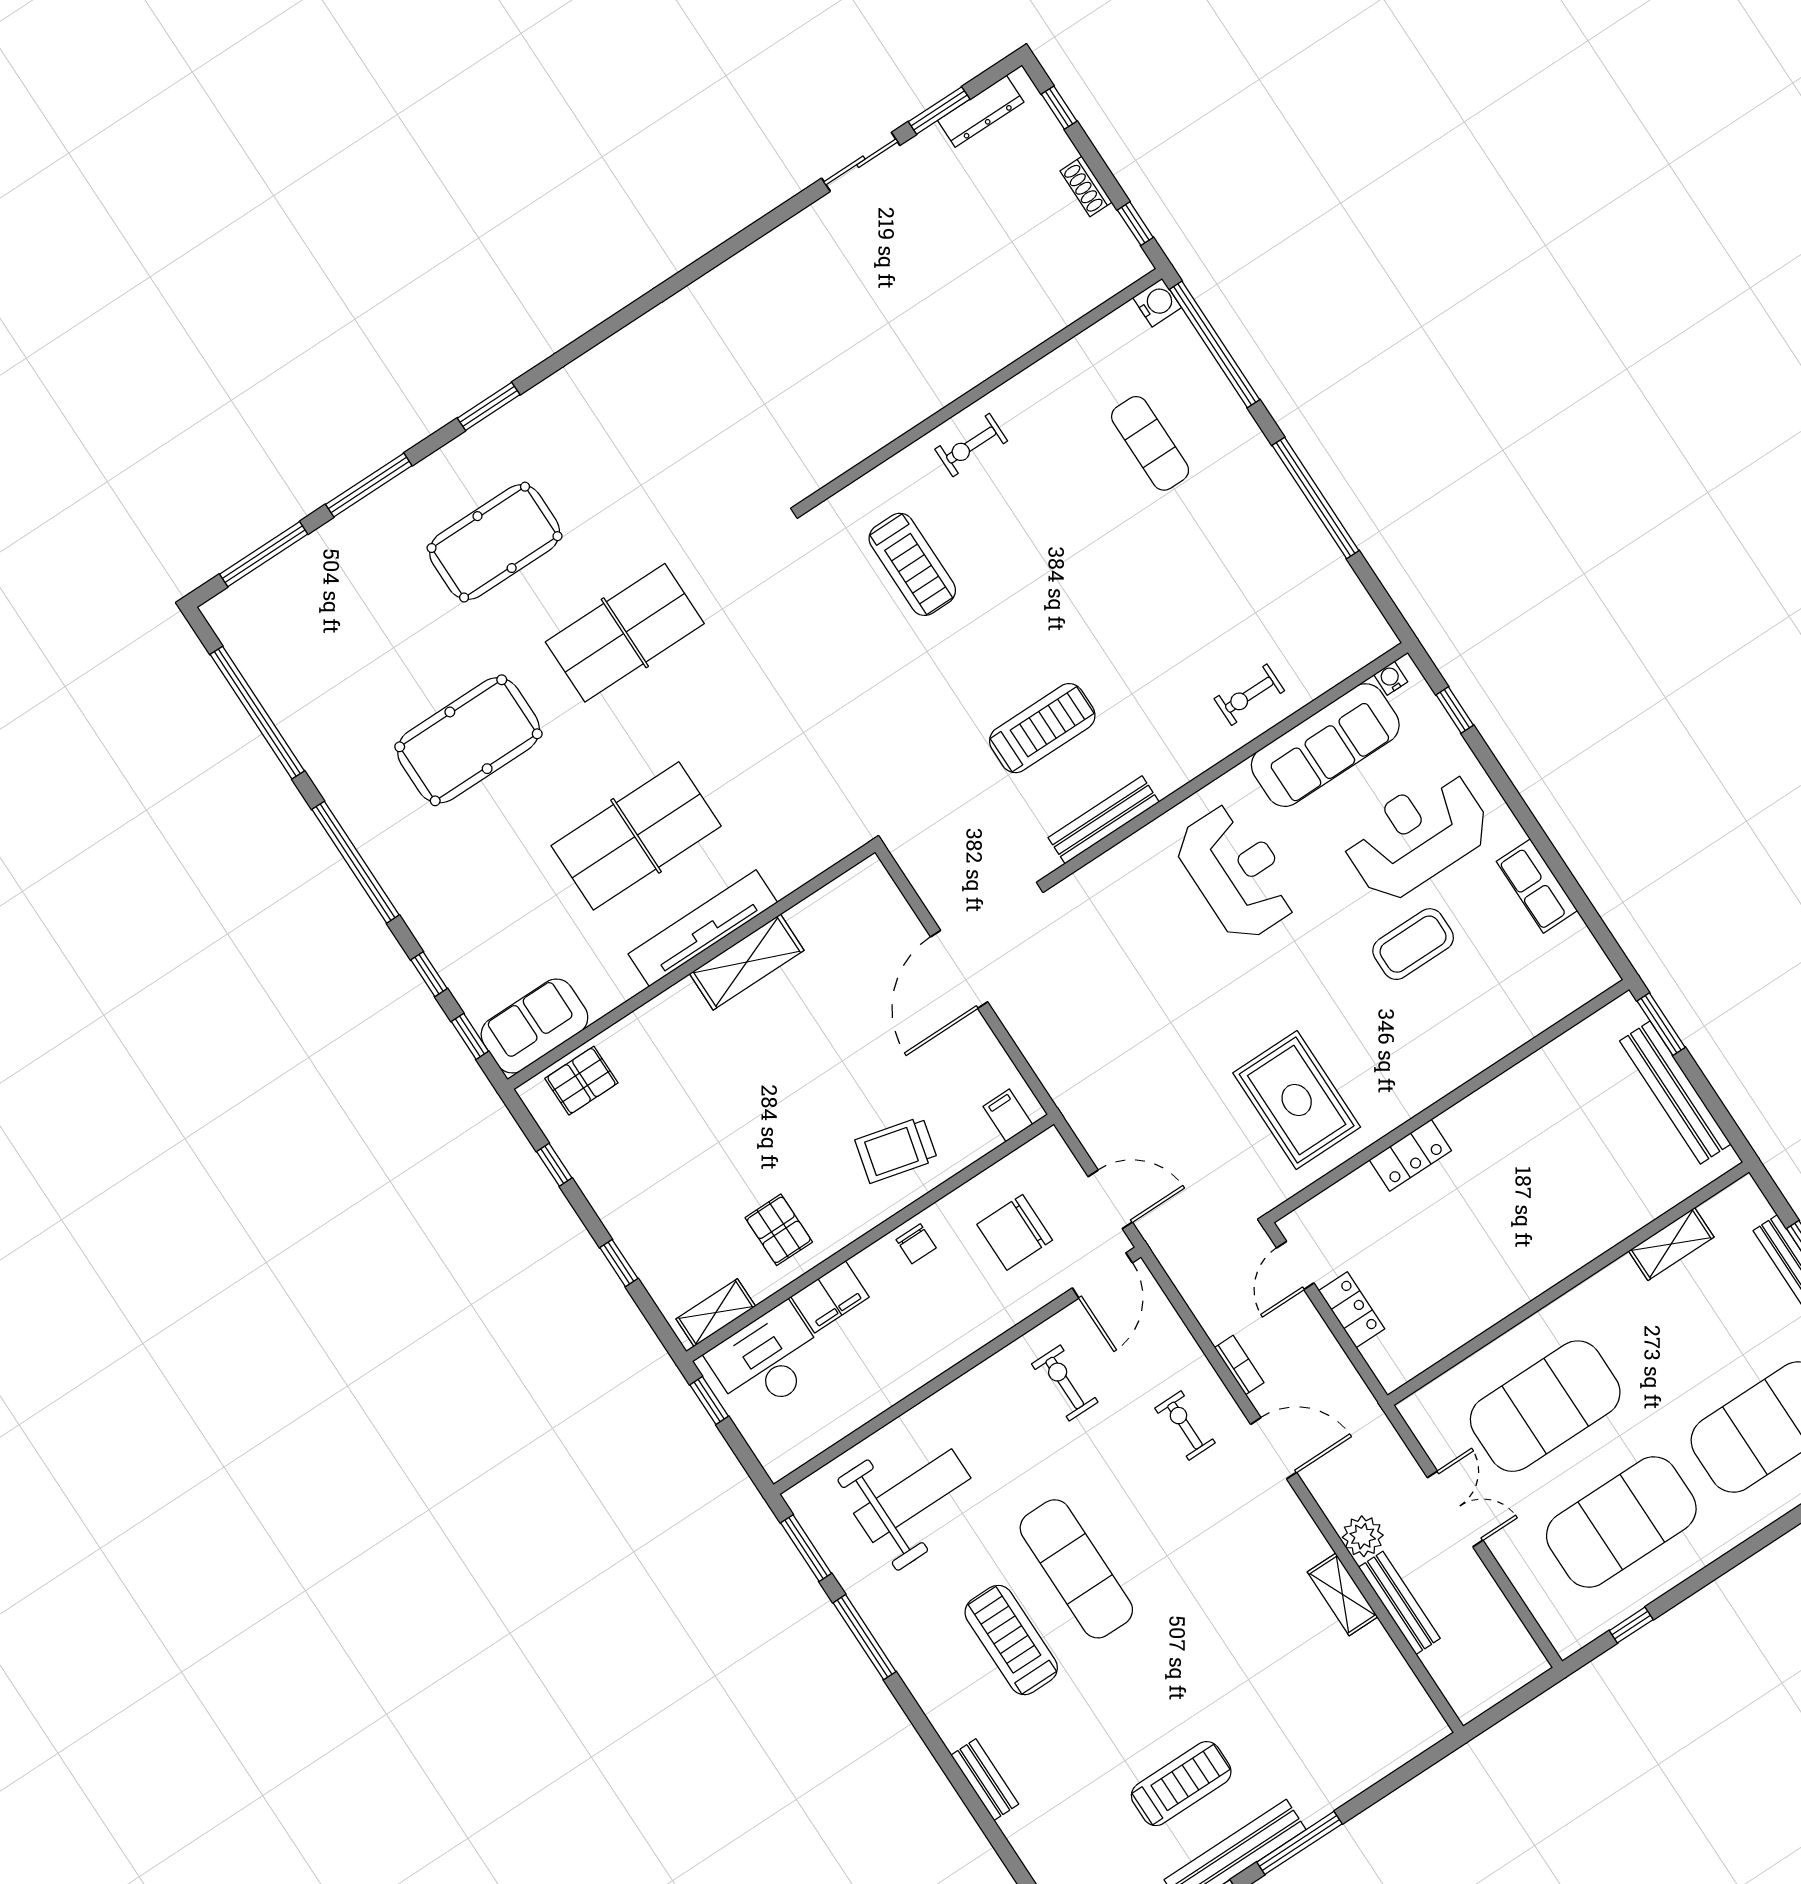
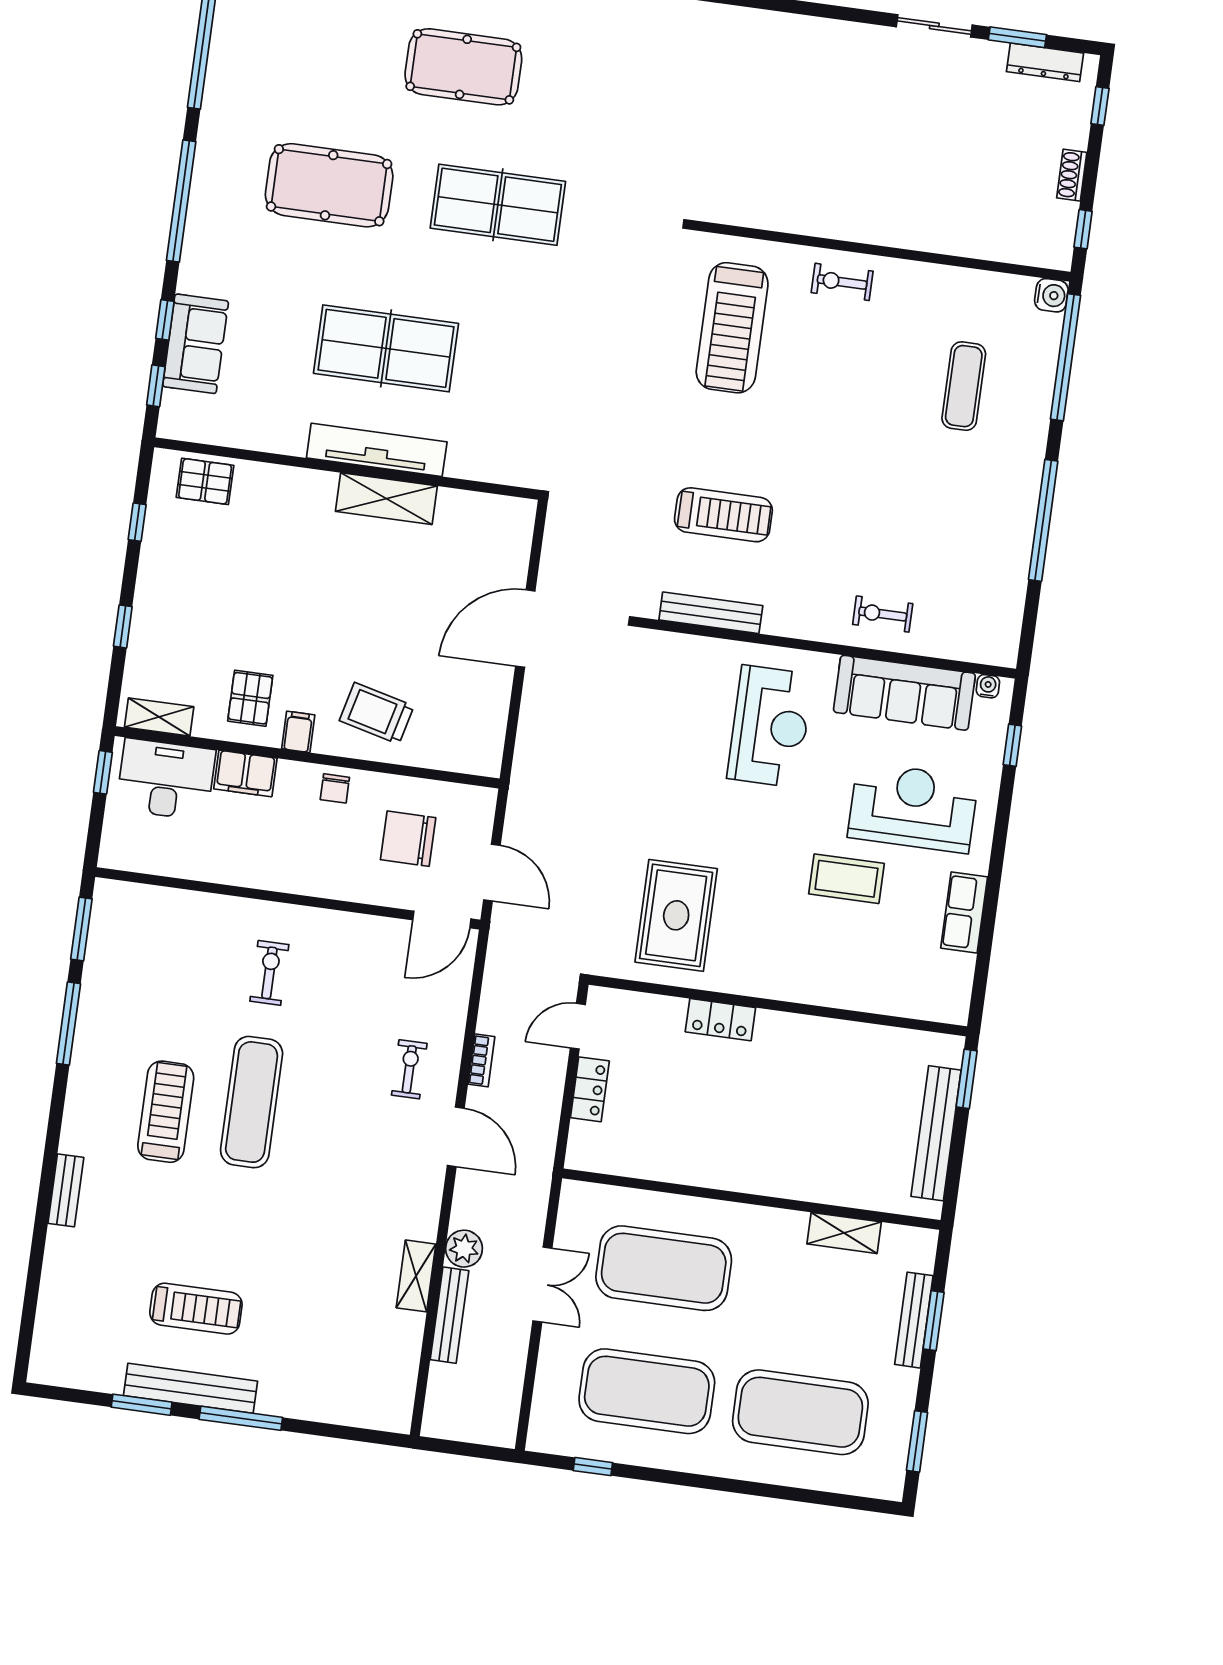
treadmill: (912, 564) -> (732, 328), width x1.37, depth x1.38
sofa: (534, 1026) -> (196, 344), moved, turned 90
filing cabinet: (1008, 1115) -> (298, 732), moved
exercise bike: (1065, 1383) -> (269, 973), moved
weight bench: (912, 1496) -> (184, 956), removed

